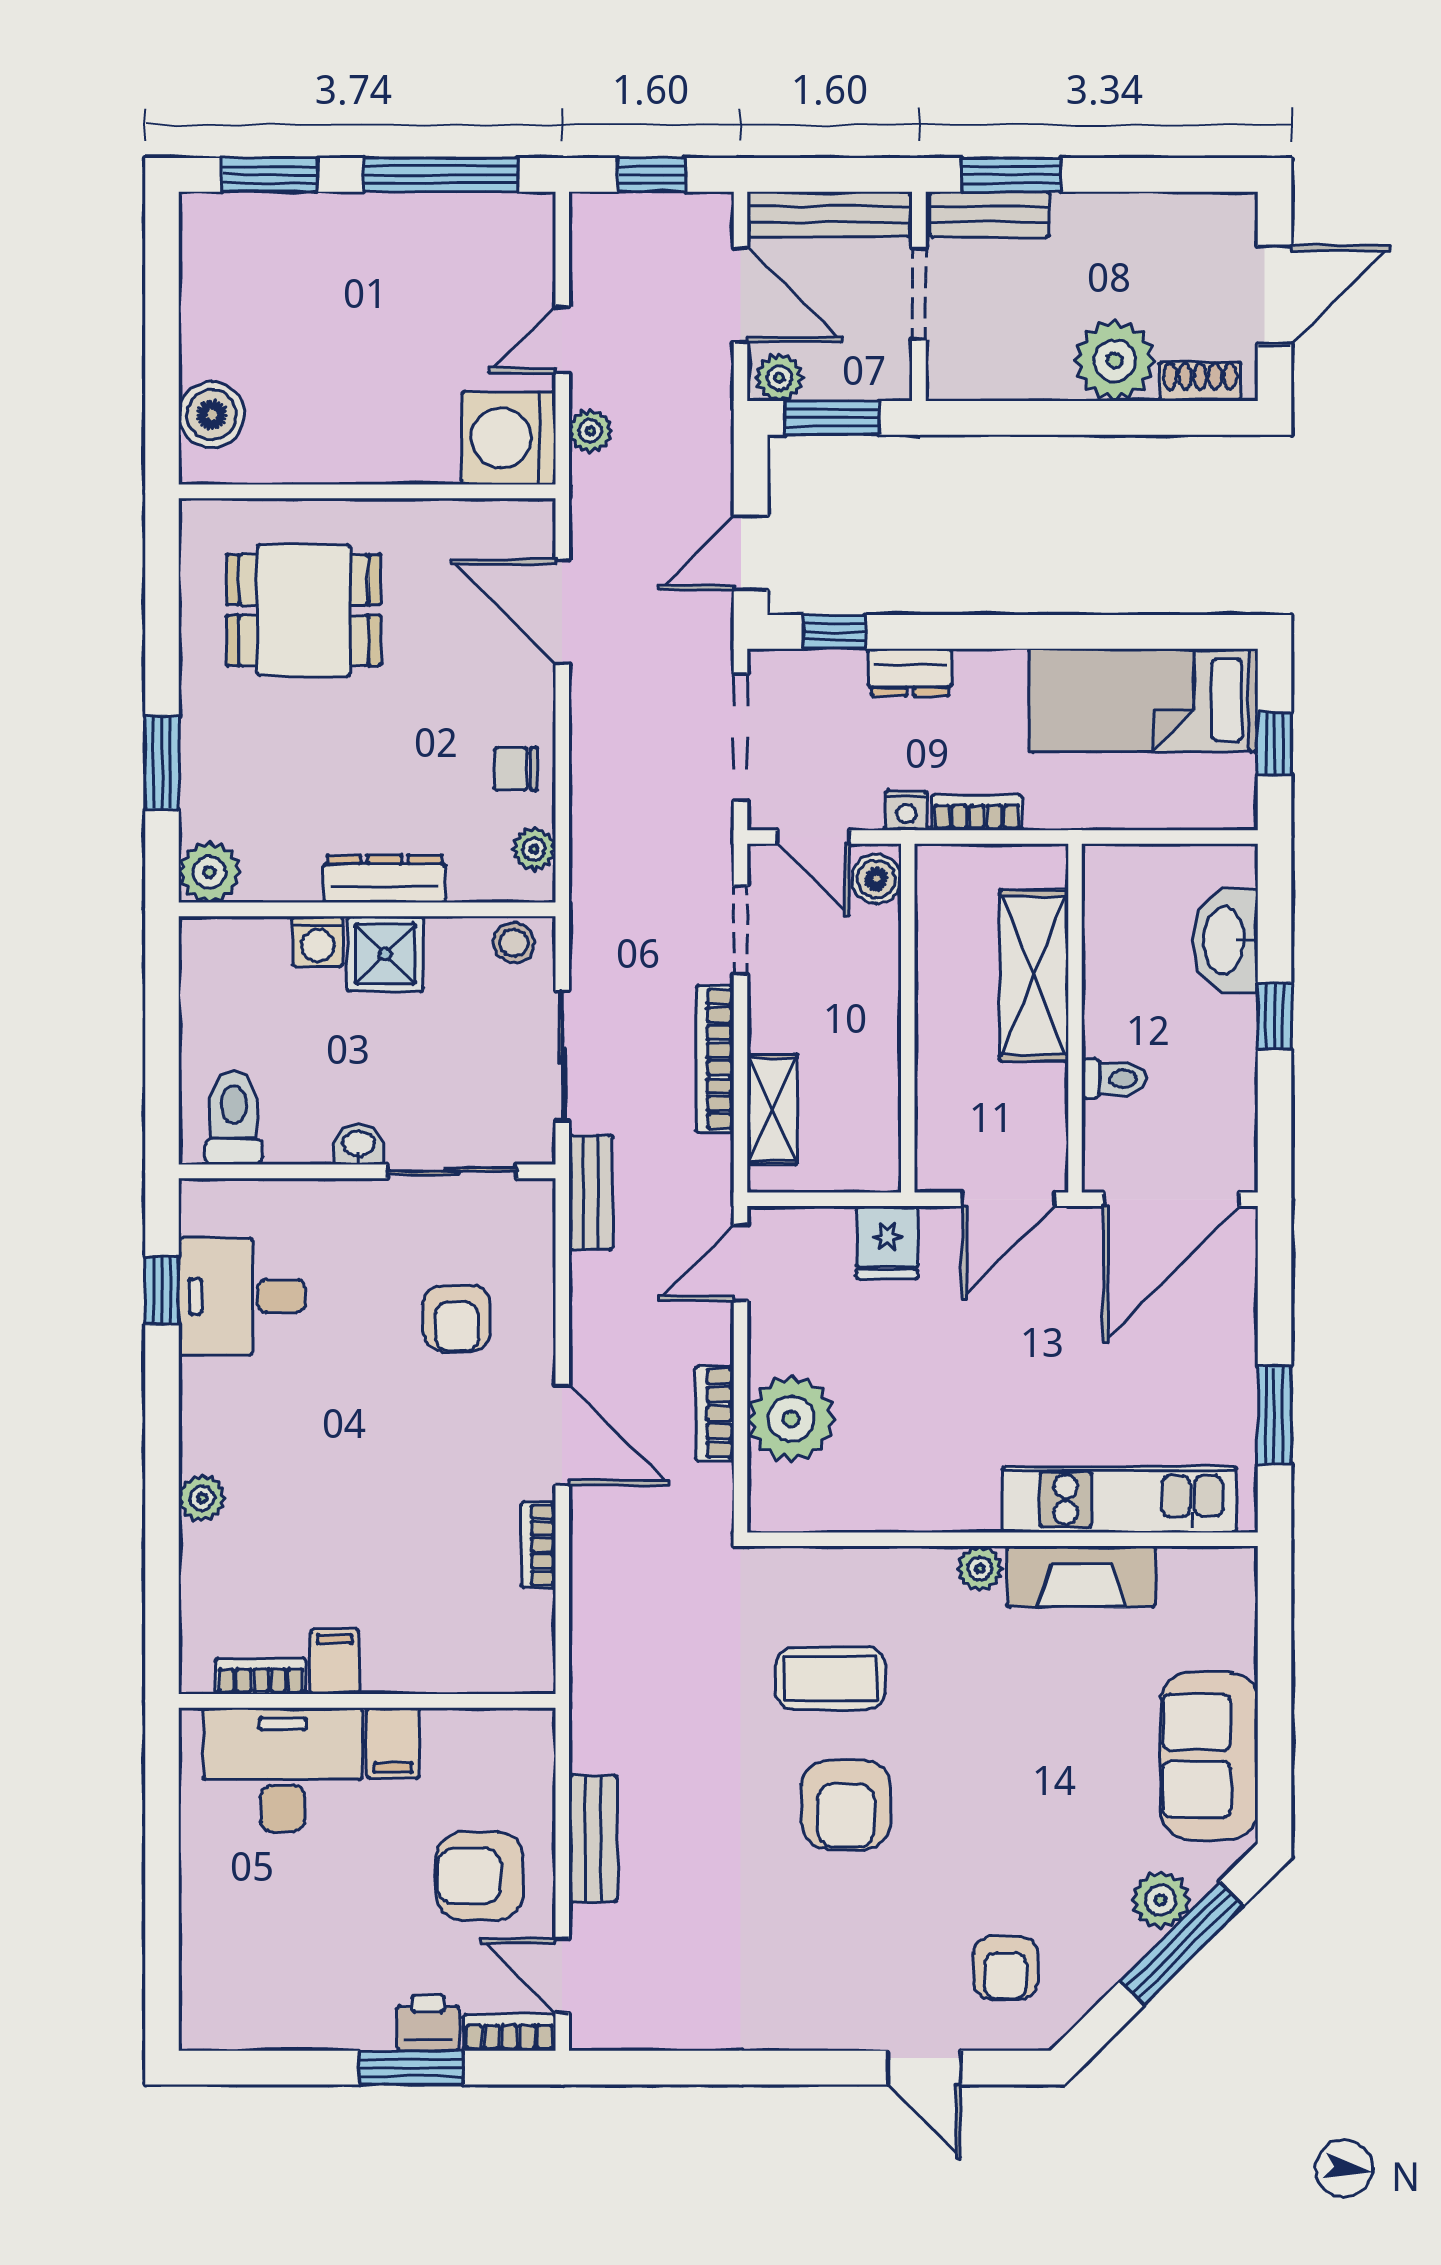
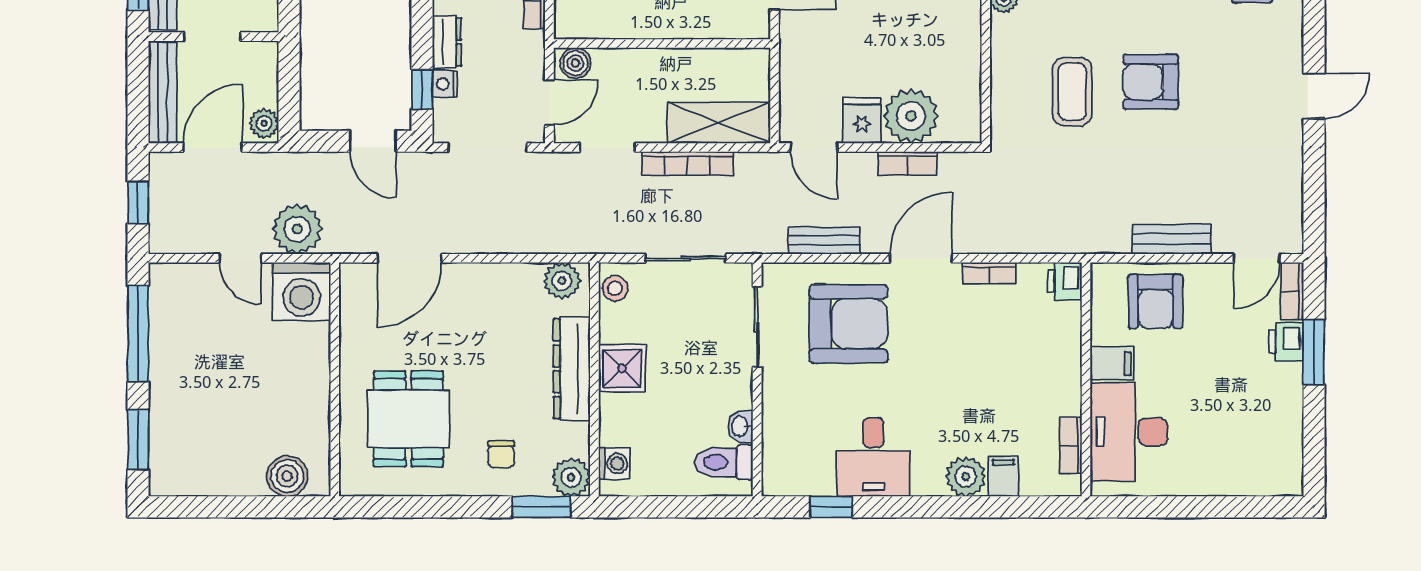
window: (832, 418) -> (289, 91), removed
plant: (590, 431) -> (297, 229), width x1.87, depth x1.87
window: (162, 763) -> (541, 507), moved
chair: (516, 769) -> (501, 454), moved
nightstand: (906, 810) -> (445, 84), moved, turned 180
plant: (534, 849) -> (562, 281), width x1.38, depth x1.38
dresser: (384, 879) -> (572, 369), width x1.37, depth x1.24
washing machine: (318, 941) -> (614, 463), moved
shelving: (772, 1109) -> (719, 123), width x1.50, depth x1.33
washbasin: (359, 1144) -> (740, 426), moved
bench: (591, 1192) -> (824, 240), moved
fridge: (887, 1243) -> (862, 121), moved, turned -90
desk: (242, 1296) -> (873, 457), moved
armchair: (457, 1318) -> (848, 324), width x1.88, depth x1.88
plant: (202, 1498) -> (966, 477), width x1.38, depth x1.38
filing cabinet: (335, 1662) -> (1003, 476), moved, turned 90
printer: (525, 1667) -> (1065, 281), added
armchair: (846, 1805) -> (1151, 82), turned 180
armchair: (479, 1876) -> (1156, 301), moved
door: (924, 2068) -> (1314, 96), moved

